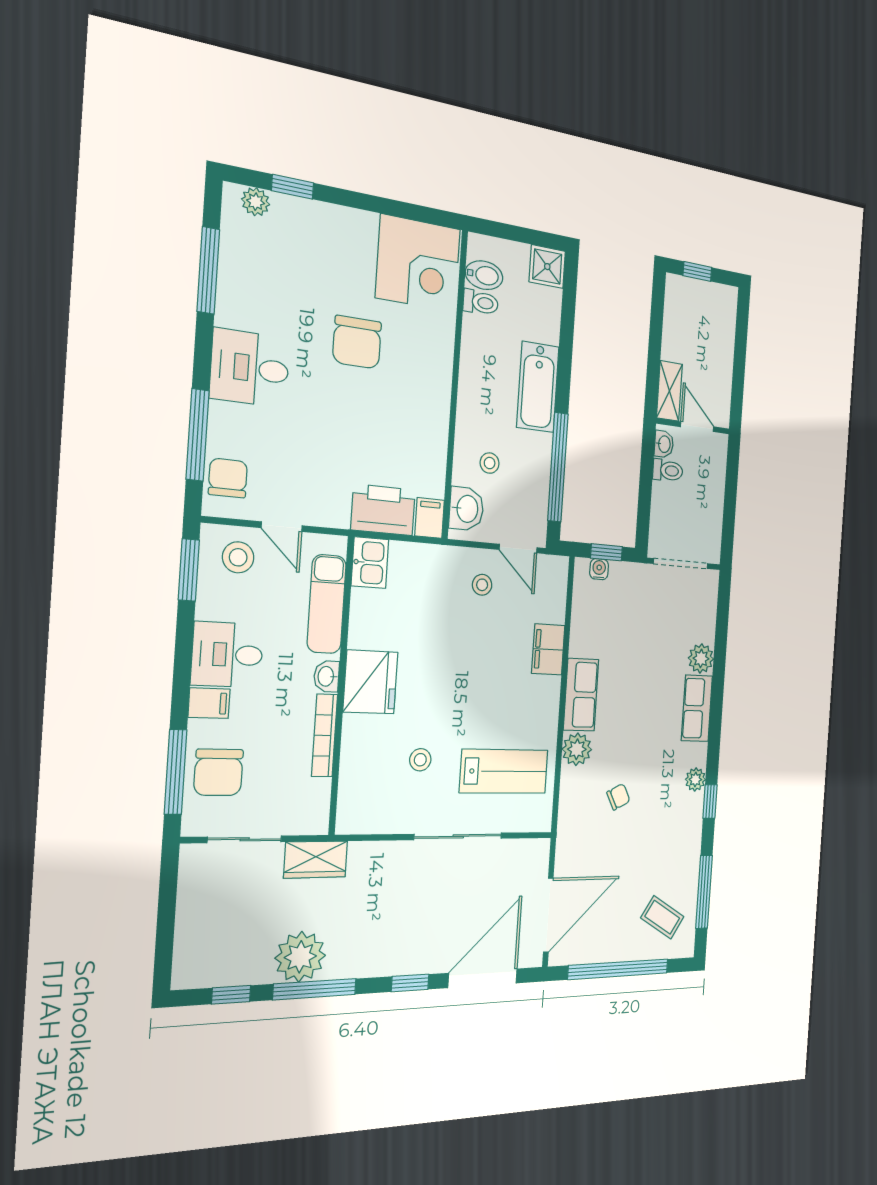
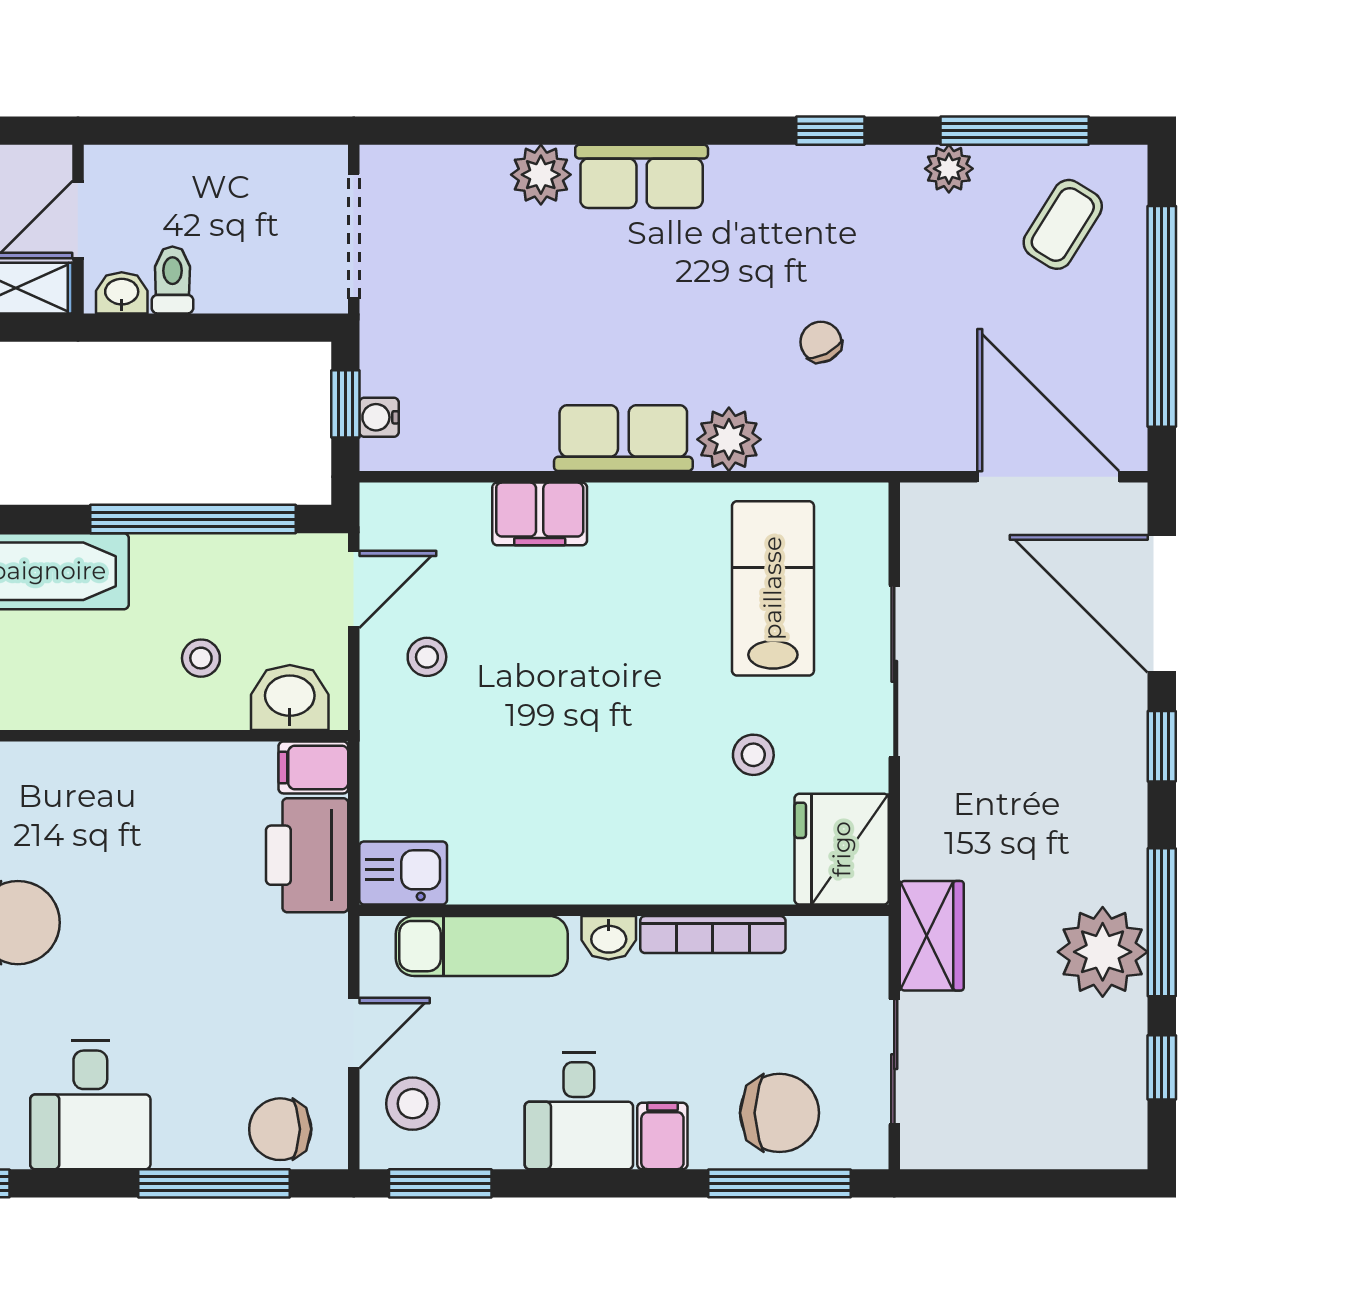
fridge: (370, 682) -> (842, 849), moved, turned -90
plant: (695, 779) -> (949, 169), moved

